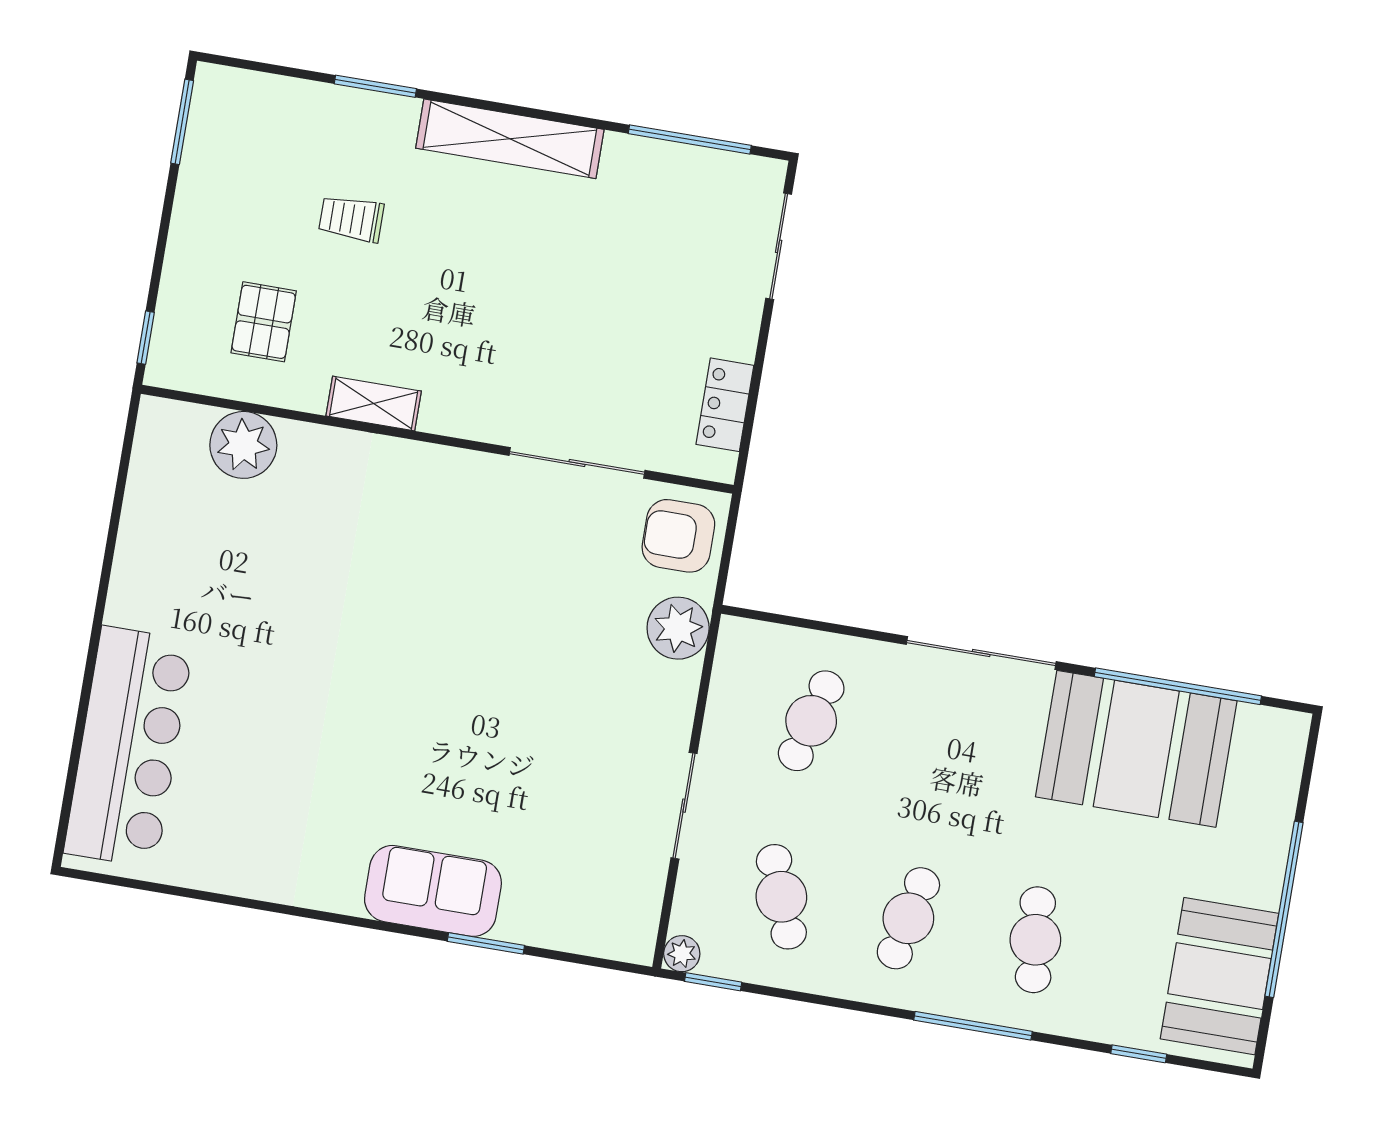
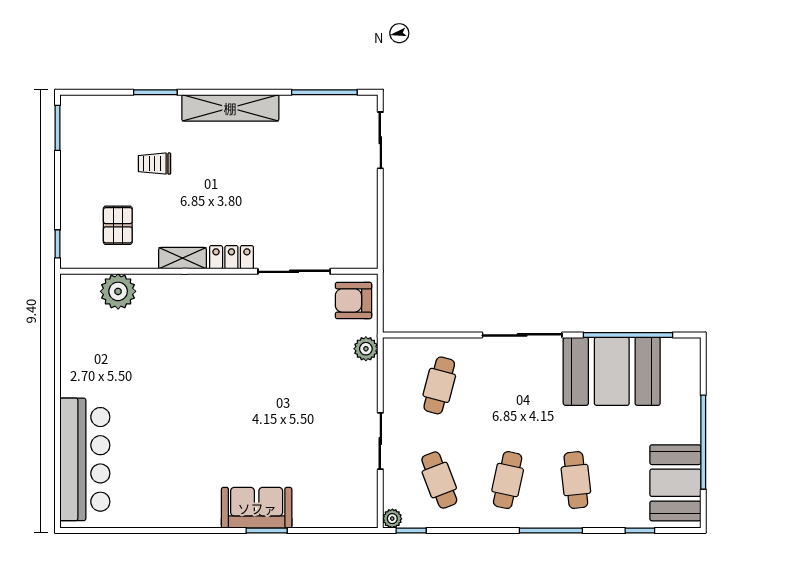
locker: (725, 405) -> (231, 257), moved, turned 90
plant: (678, 628) -> (366, 349), width x0.73, depth x0.73
window: (486, 943) -> (267, 531), moved

